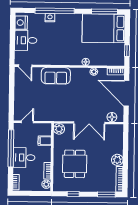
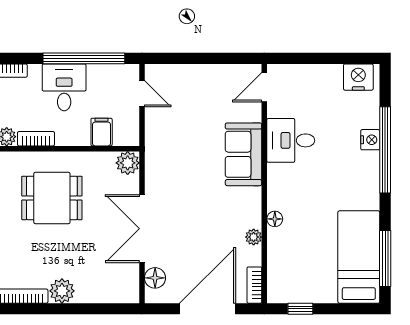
bed: (104, 28) -> (359, 257), width x0.67
desk: (26, 40) -> (291, 140), moved, turned -90

